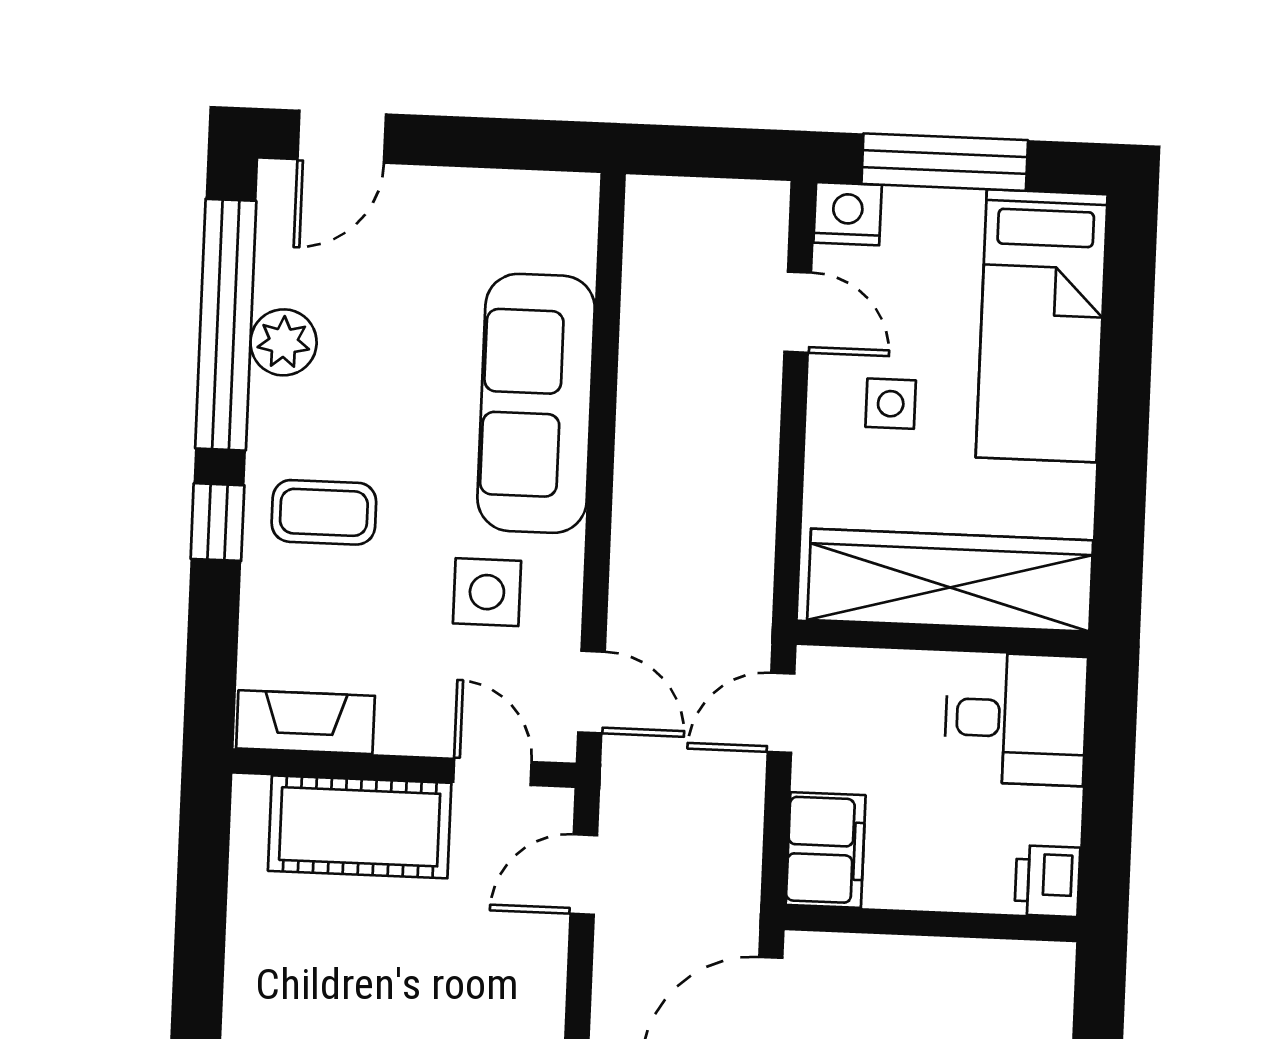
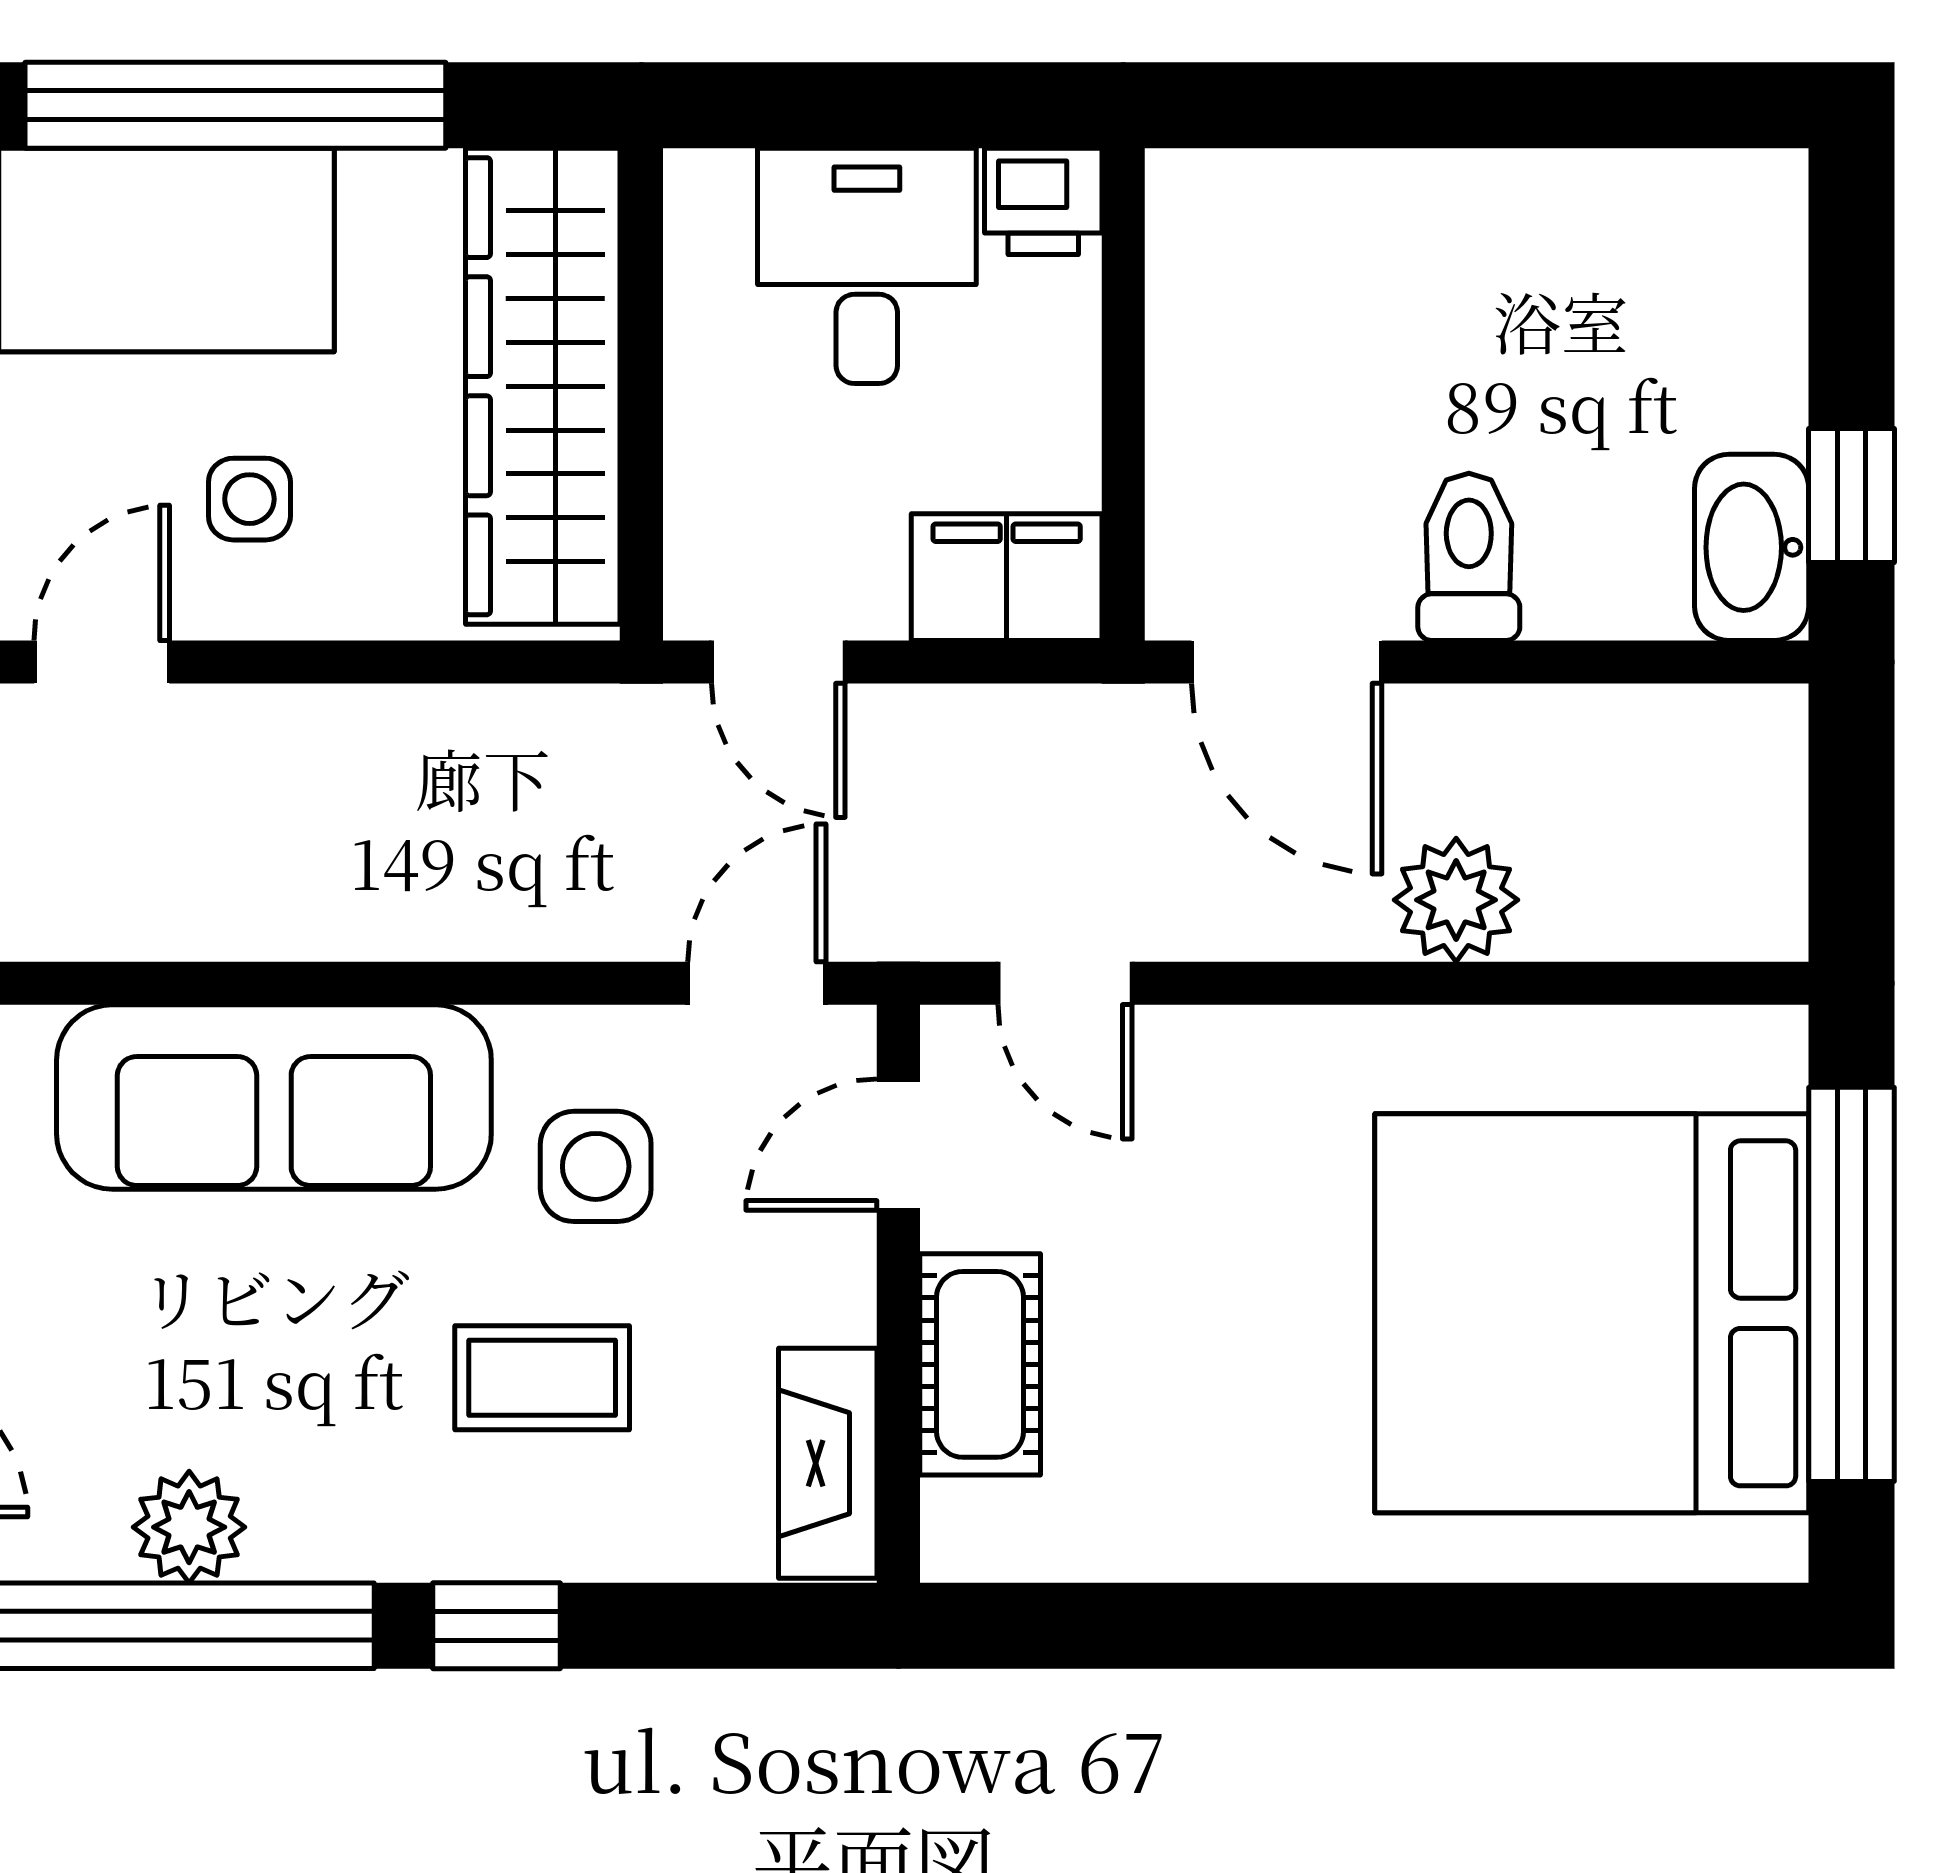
window: (1124, 405) -> (235, 105), added
coffee table: (324, 512) -> (542, 1378), moved, turned 90
desk: (1016, 719) -> (867, 266), moved
cot: (360, 827) -> (980, 1364), width x0.73, depth x0.75

